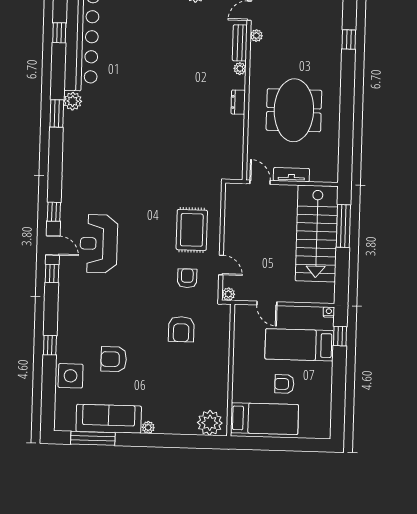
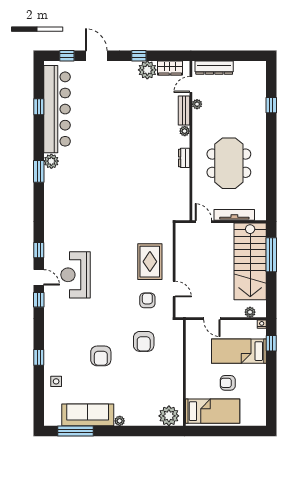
tv unit: (291, 175) -> (234, 215), width x1.41
plant: (228, 294) -> (250, 312), moved
armchair: (114, 359) -> (101, 356), moved, turned -90
side table: (71, 376) -> (56, 381), width x0.54, depth x0.54

